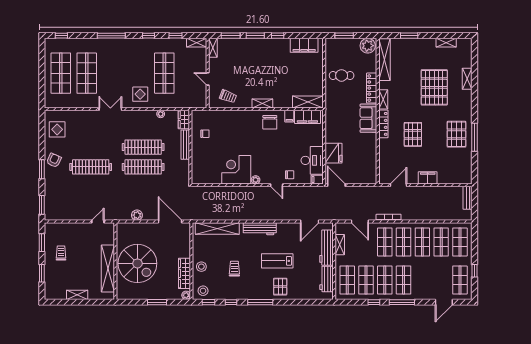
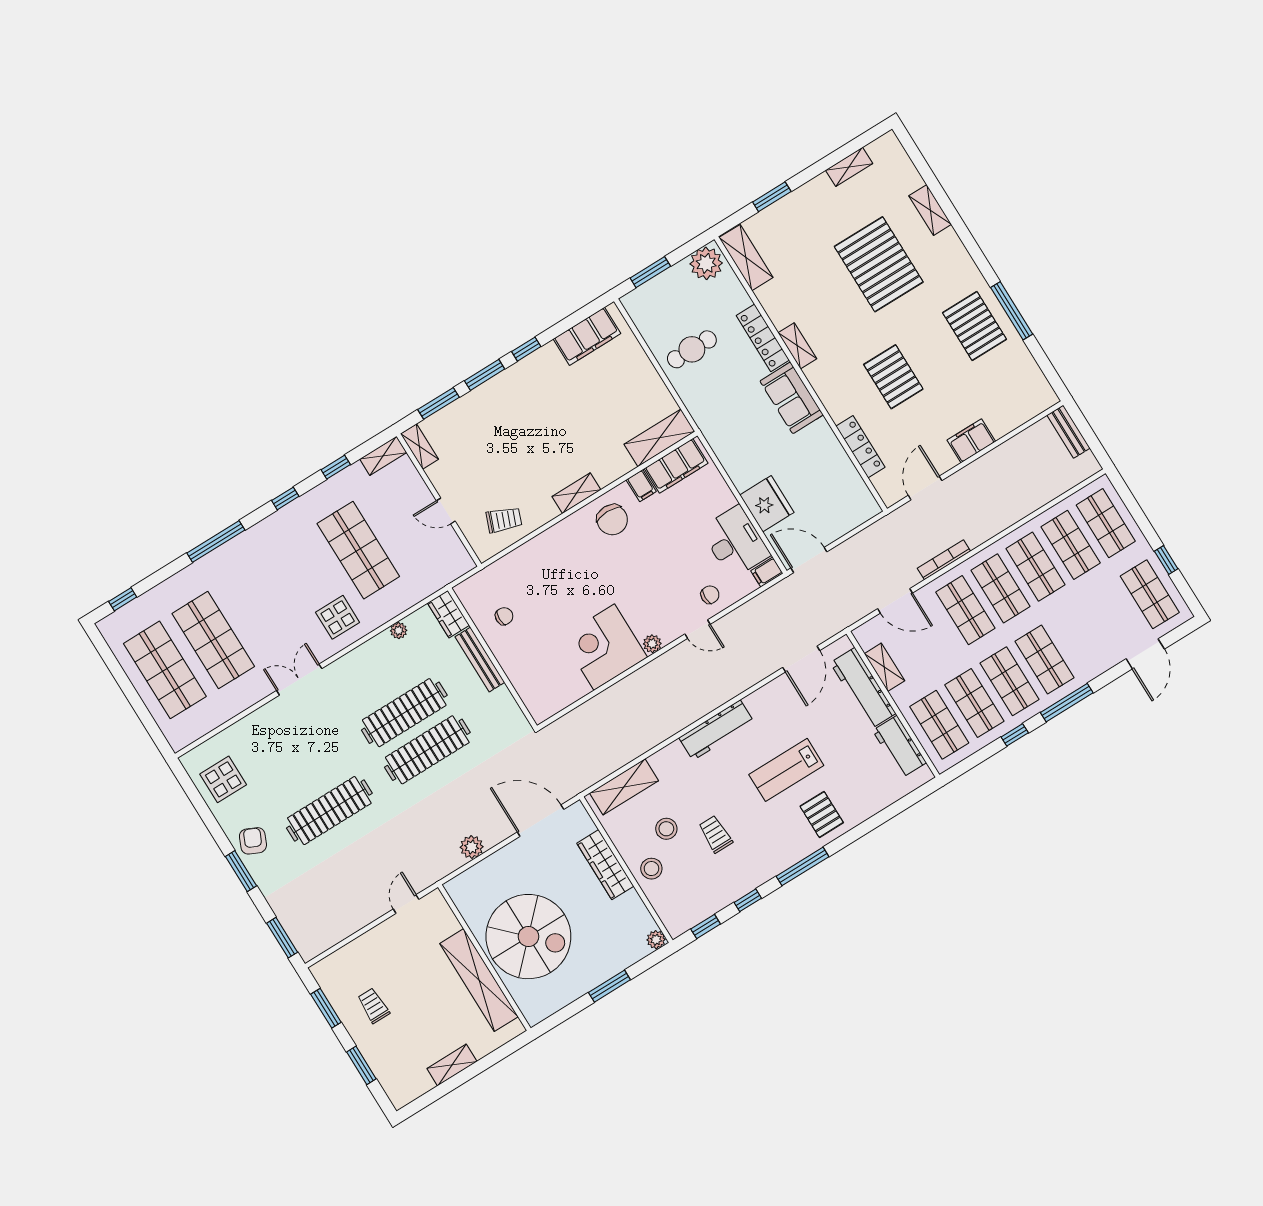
shelving: (384, 60) -> (746, 258), width x0.68
locker: (383, 124) -> (860, 447), moved
shelving: (217, 228) -> (624, 787), width x0.68
wardrobe: (184, 273) -> (605, 865), moved
stool: (203, 291) -> (666, 829), moved

